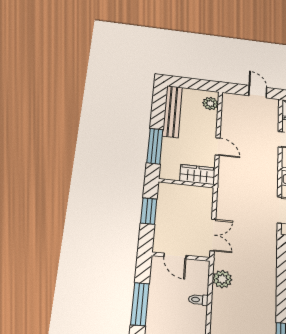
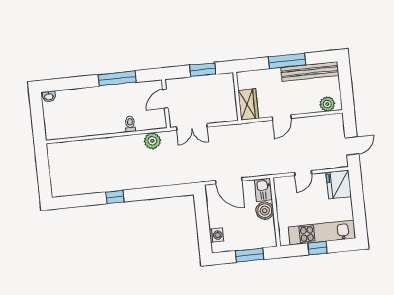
window: (155, 146) -> (287, 61), moved

